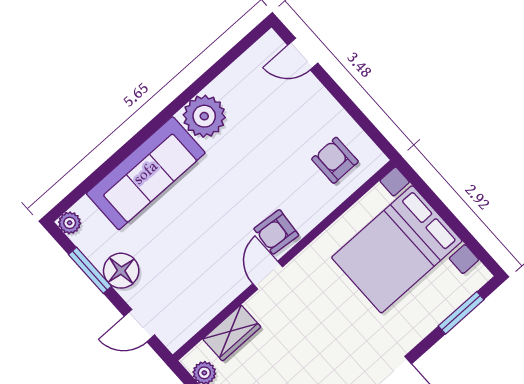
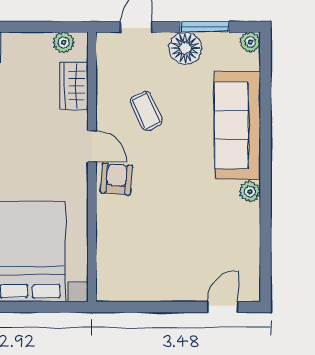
plant: (204, 116) -> (250, 192), width x0.53, depth x0.53
armchair: (335, 160) -> (130, 264), removed
coffee table: (200, 257) -> (146, 111), added

